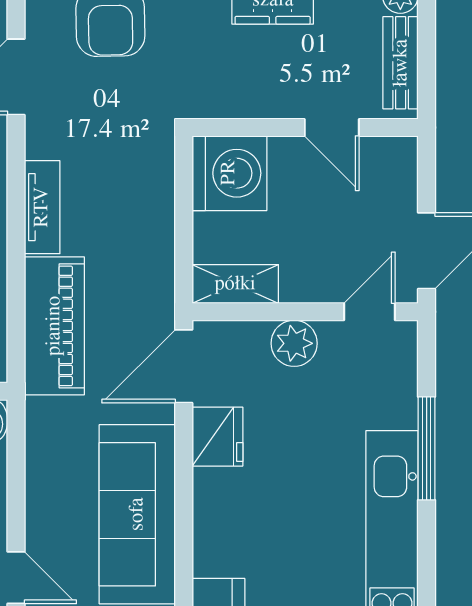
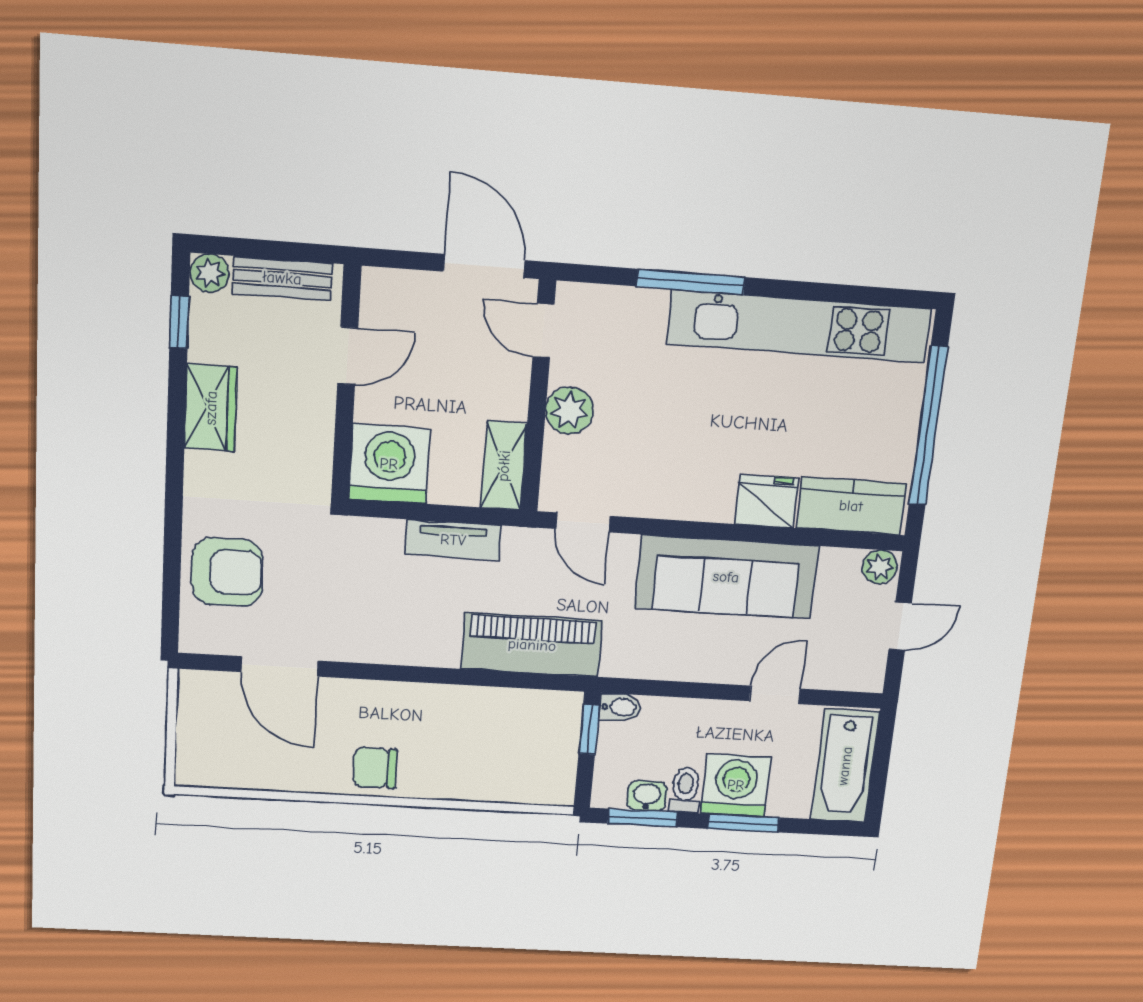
tv unit: (42, 207) -> (453, 540), moved, turned 180
door: (184, 366) -> (583, 522), width x0.73
fridge: (217, 437) -> (766, 501), moved

